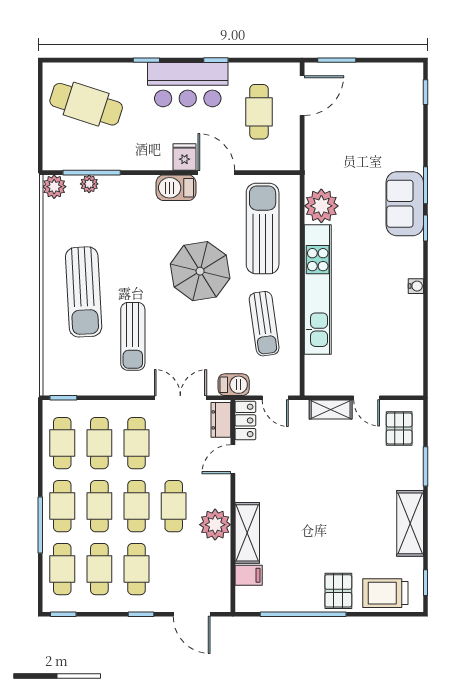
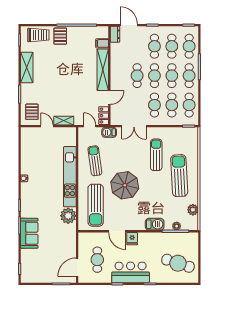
plant: (54, 187) -> (193, 210), moved
barbecue: (176, 188) -> (155, 224), moved
sofa: (405, 204) -> (29, 233), moved
dresser: (221, 420) -> (115, 34), moved
plant: (215, 525) -> (118, 67), removed
shelving: (247, 533) -> (103, 70), width x1.47

